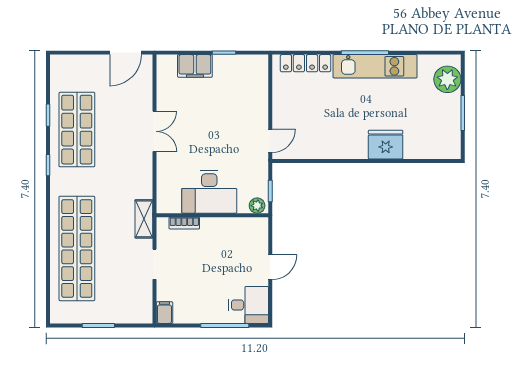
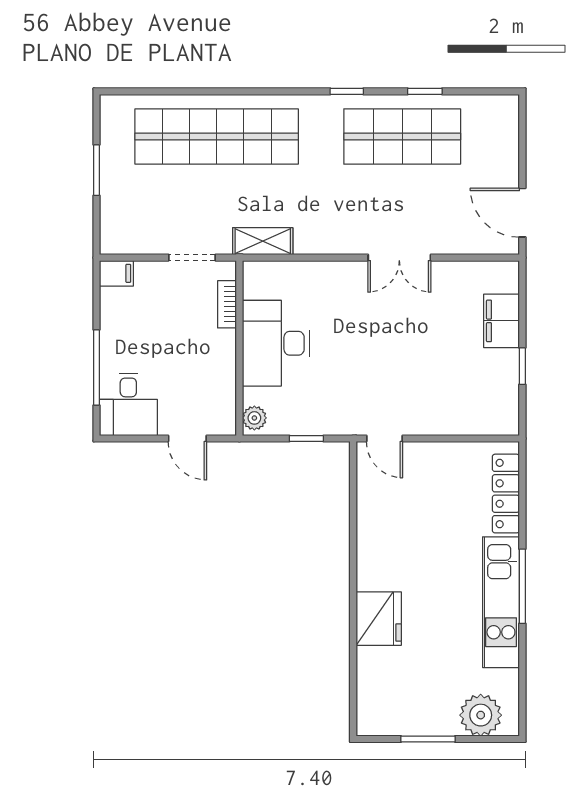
desk: (209, 192) -> (276, 343), moved
plant: (257, 206) -> (254, 418), moved
wall: (212, 215) -> (239, 348), moved
bookcase: (184, 223) -> (227, 304), moved

